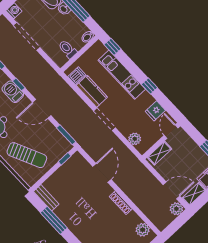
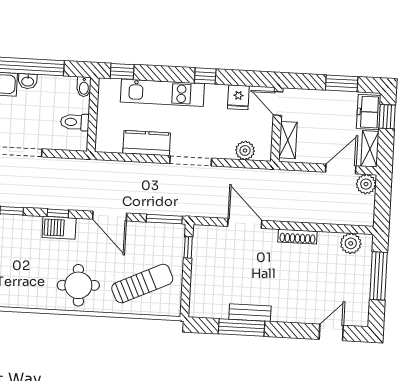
dishwasher: (77, 76) -> (113, 142), removed
door: (42, 109) -> (110, 216), hinge flipped
bench: (46, 198) -> (250, 313), moved

